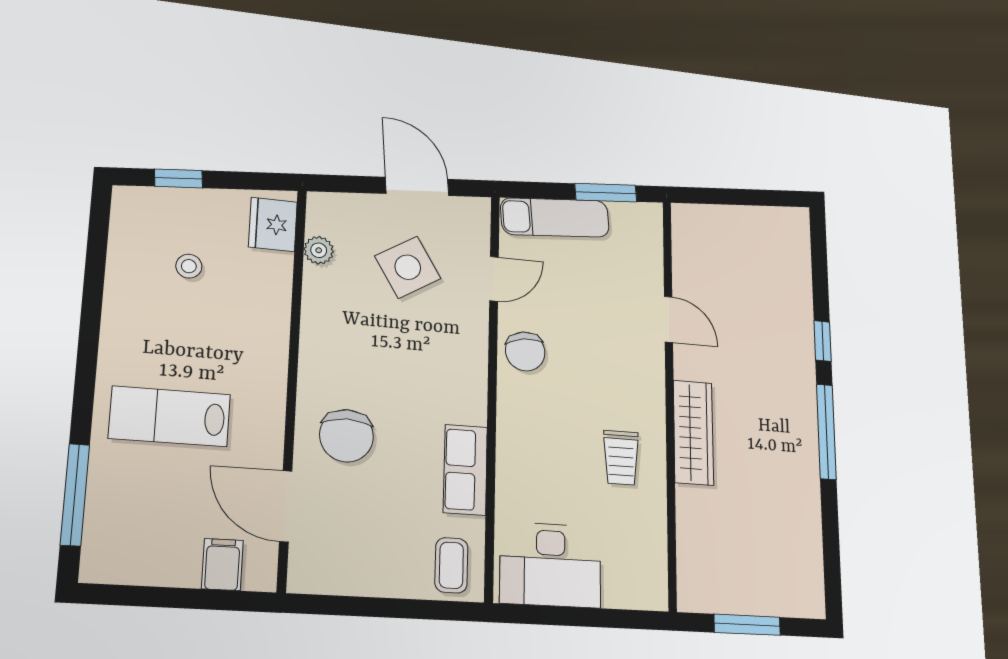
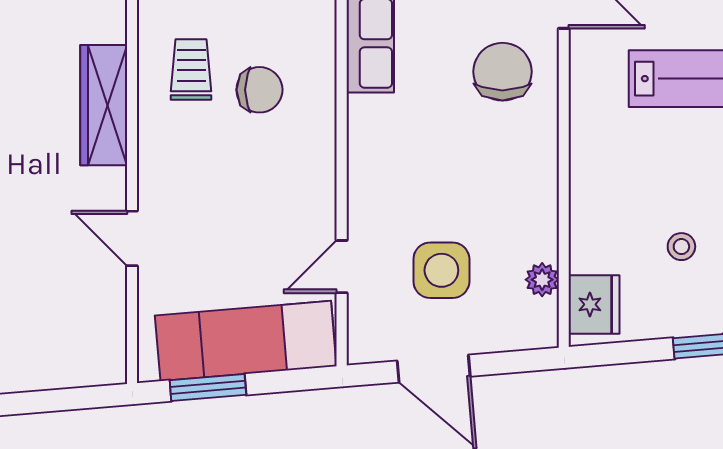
exam couch: (555, 217) -> (246, 341), width x1.36, depth x1.45
side table: (408, 267) -> (441, 270), turned 31
chair: (525, 351) -> (259, 90), moved, turned 98

